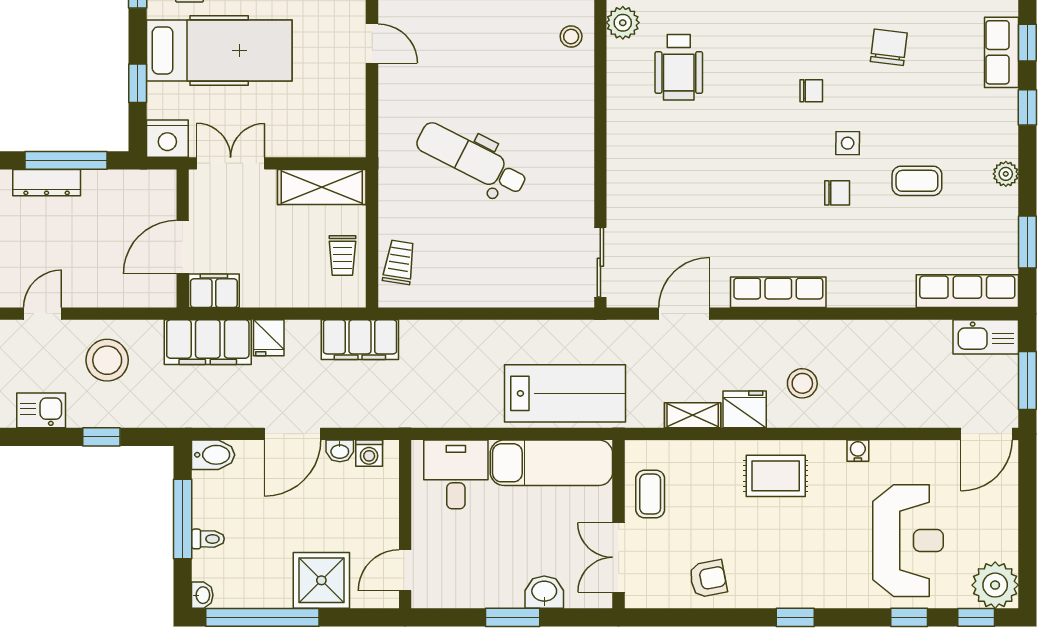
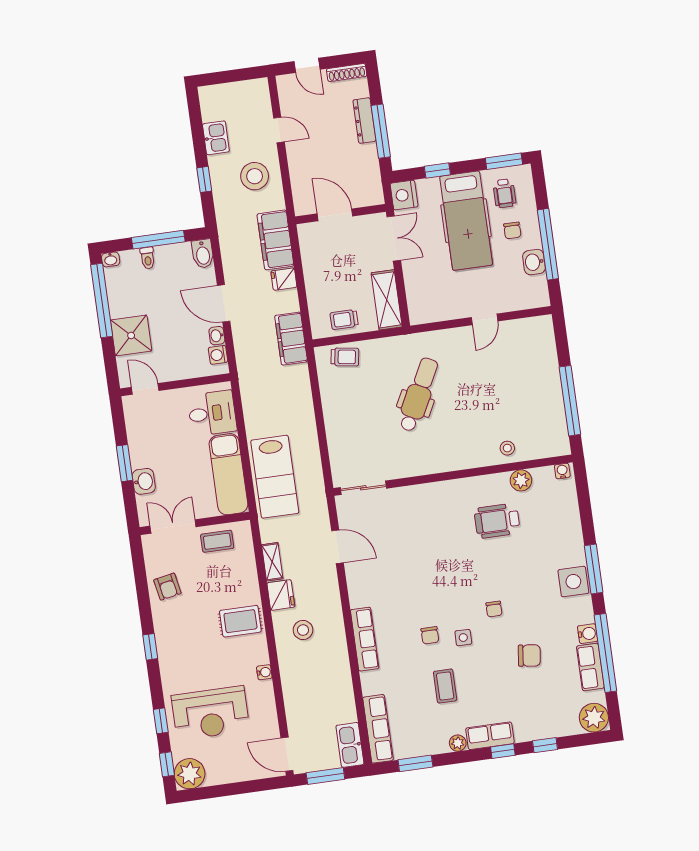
row of seats: (1001, 52) -> (490, 736), moved
filing cabinet: (214, 291) -> (309, 239), removed
row of seats: (778, 292) -> (365, 639), moved
rug: (776, 476) -> (240, 621), turned 90

